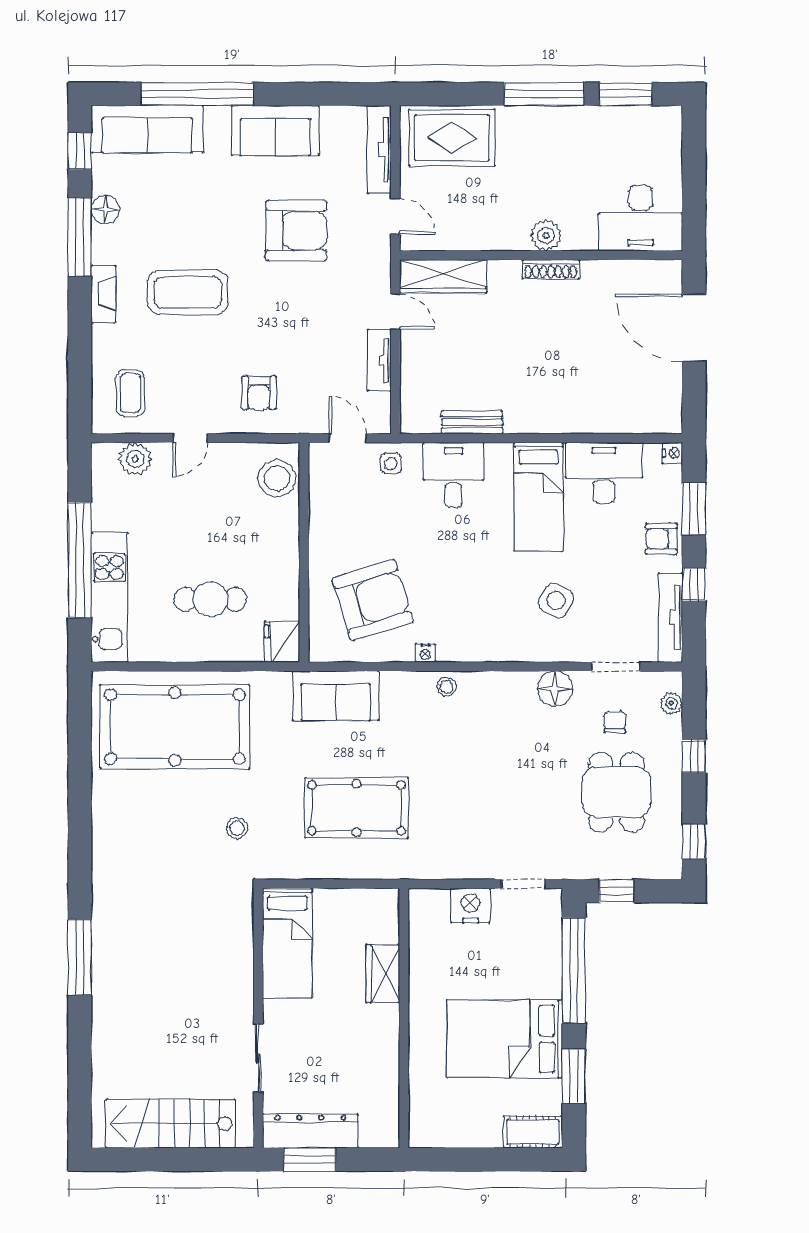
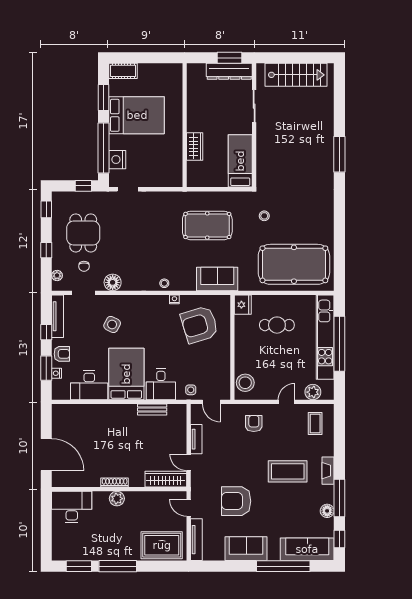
nightstand: (672, 453) -> (57, 373), moved
bed: (538, 497) -> (126, 374), width x1.50
kitchen unit: (109, 597) -> (325, 337), width x1.36
nightstand: (470, 906) -> (117, 160), moved, turned 90

